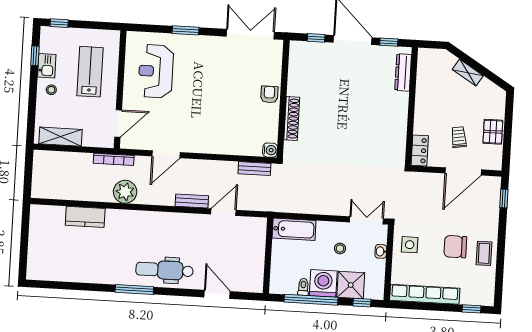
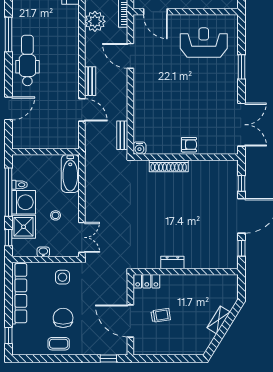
dresser: (403, 72) -> (172, 262), moved, width x0.70
pallet: (493, 132) -> (167, 345), removed
washbasin: (381, 251) -> (43, 252), moved

